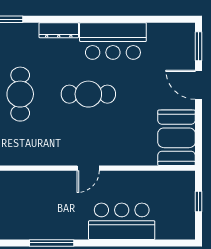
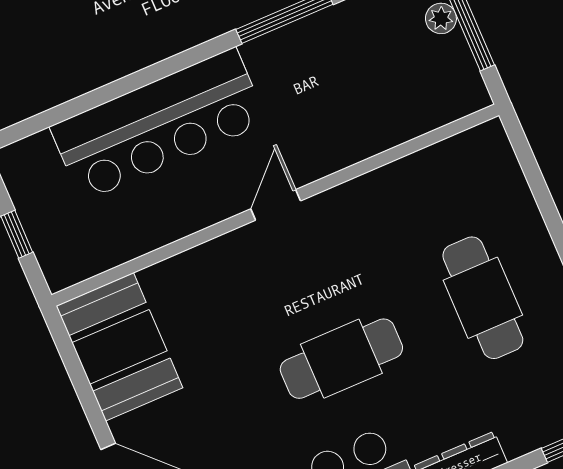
bar counter: (122, 221) -> (159, 124), width x1.36

